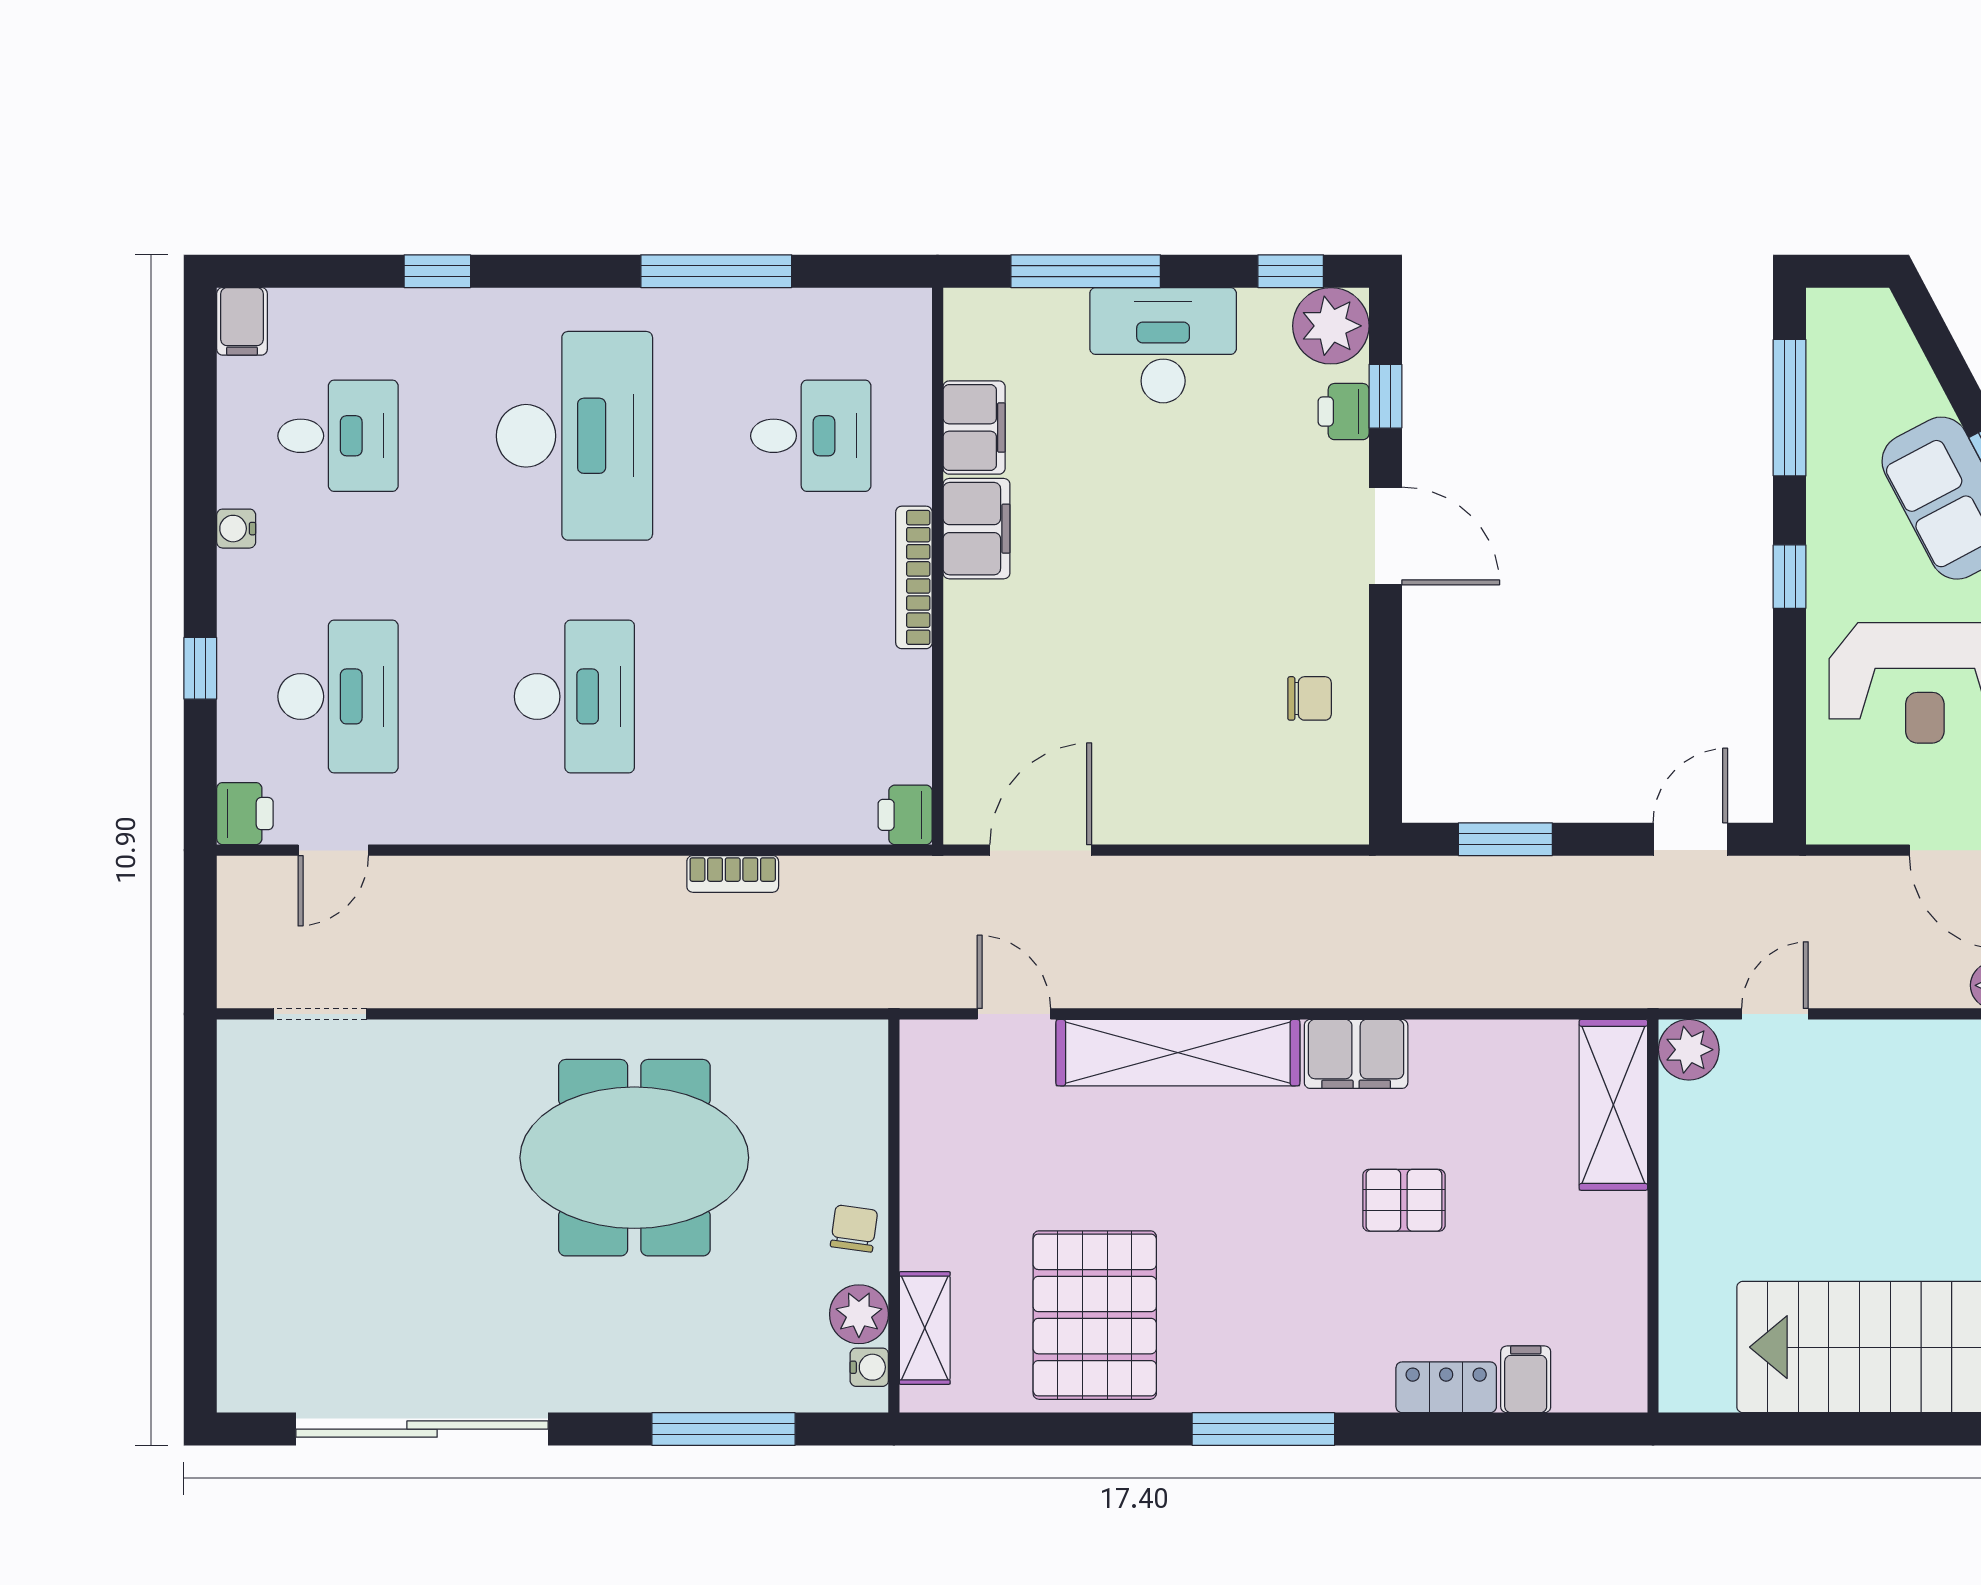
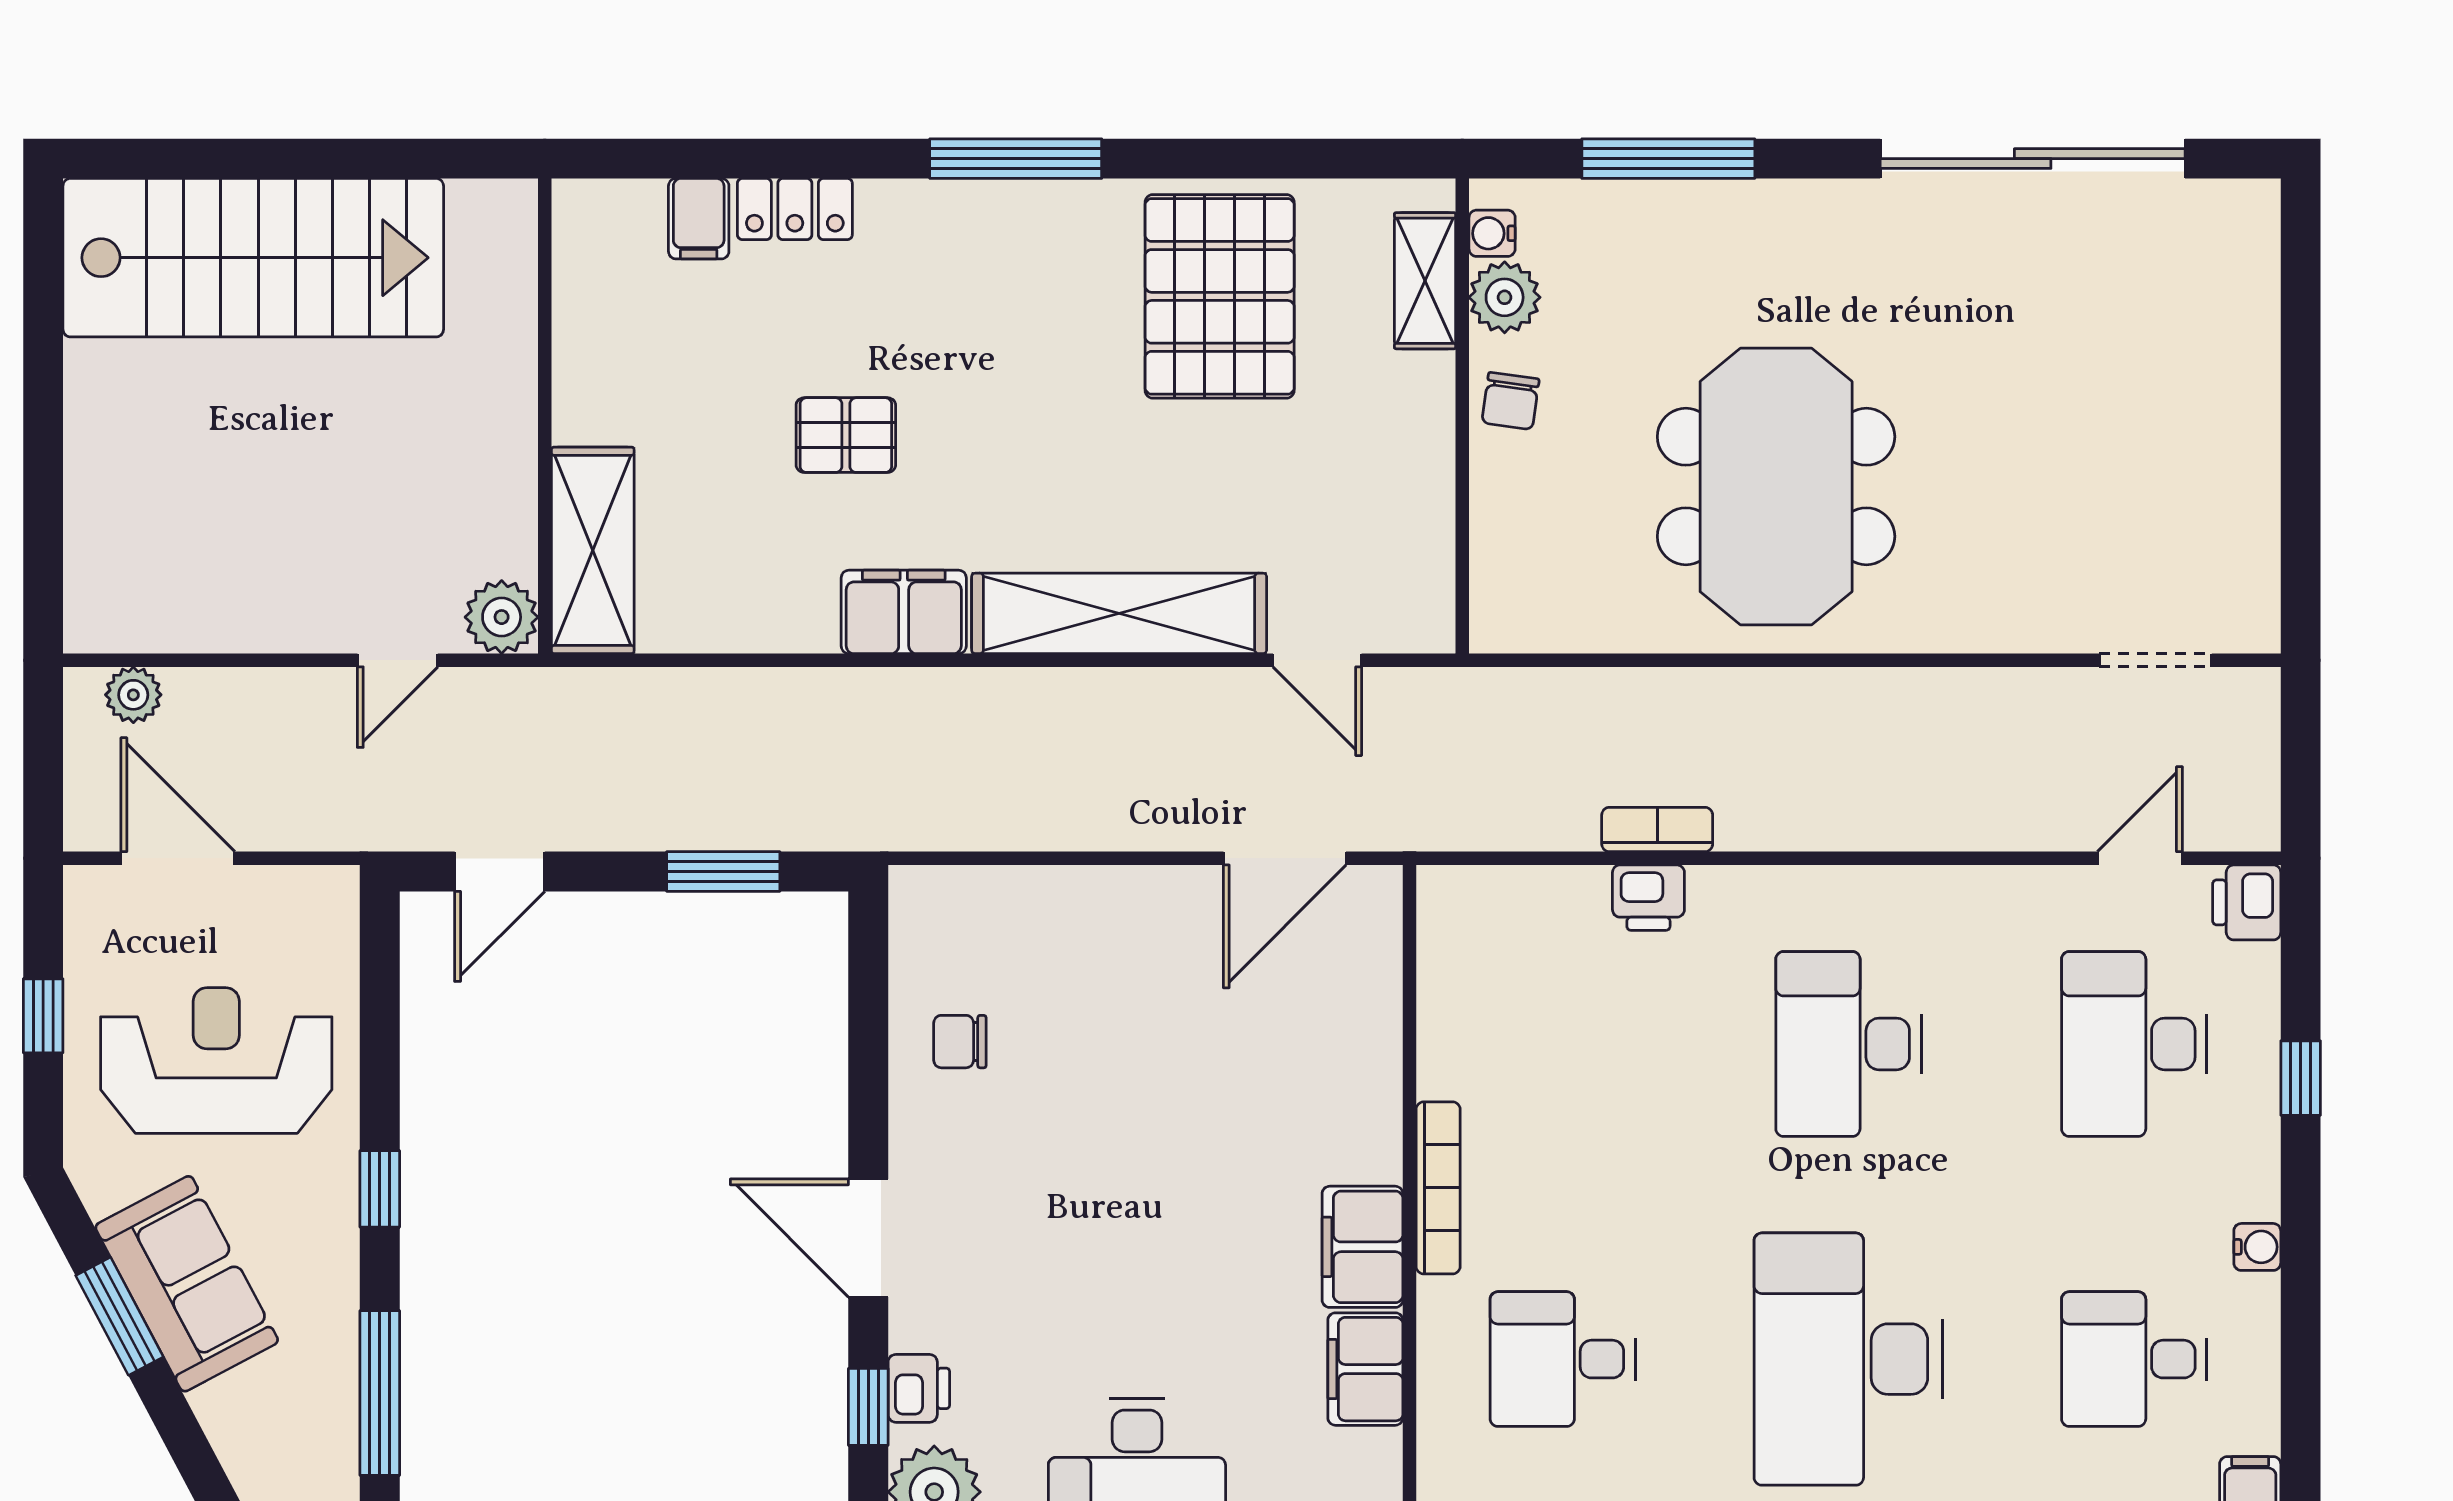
printer: (905, 815) -> (1648, 898), moved, turned 90
meeting table: (634, 1158) -> (1776, 487), turned 90

